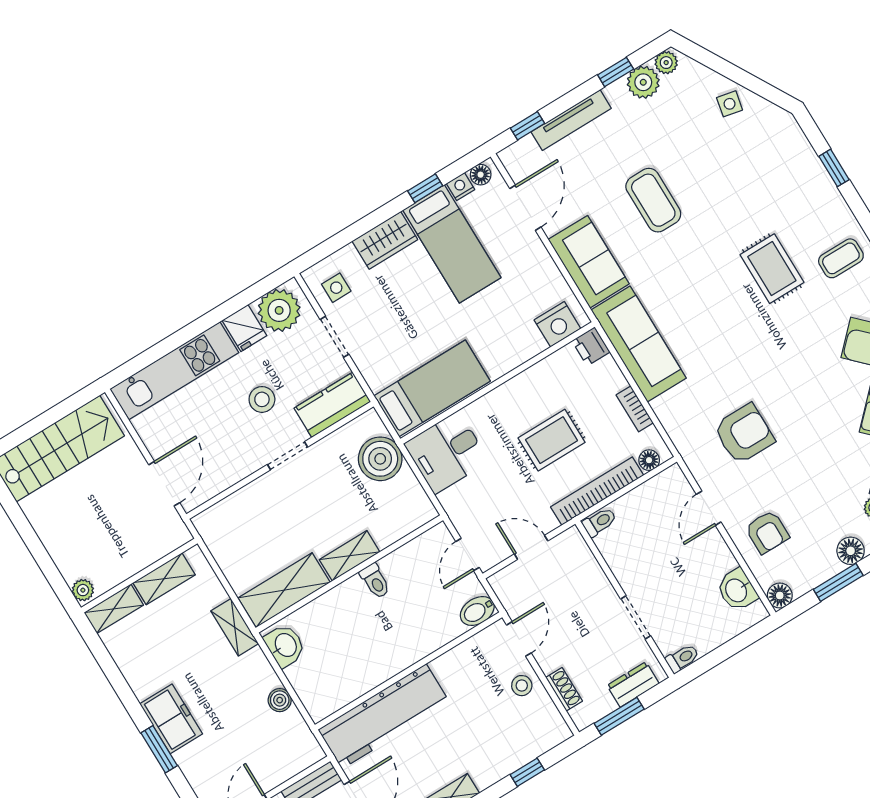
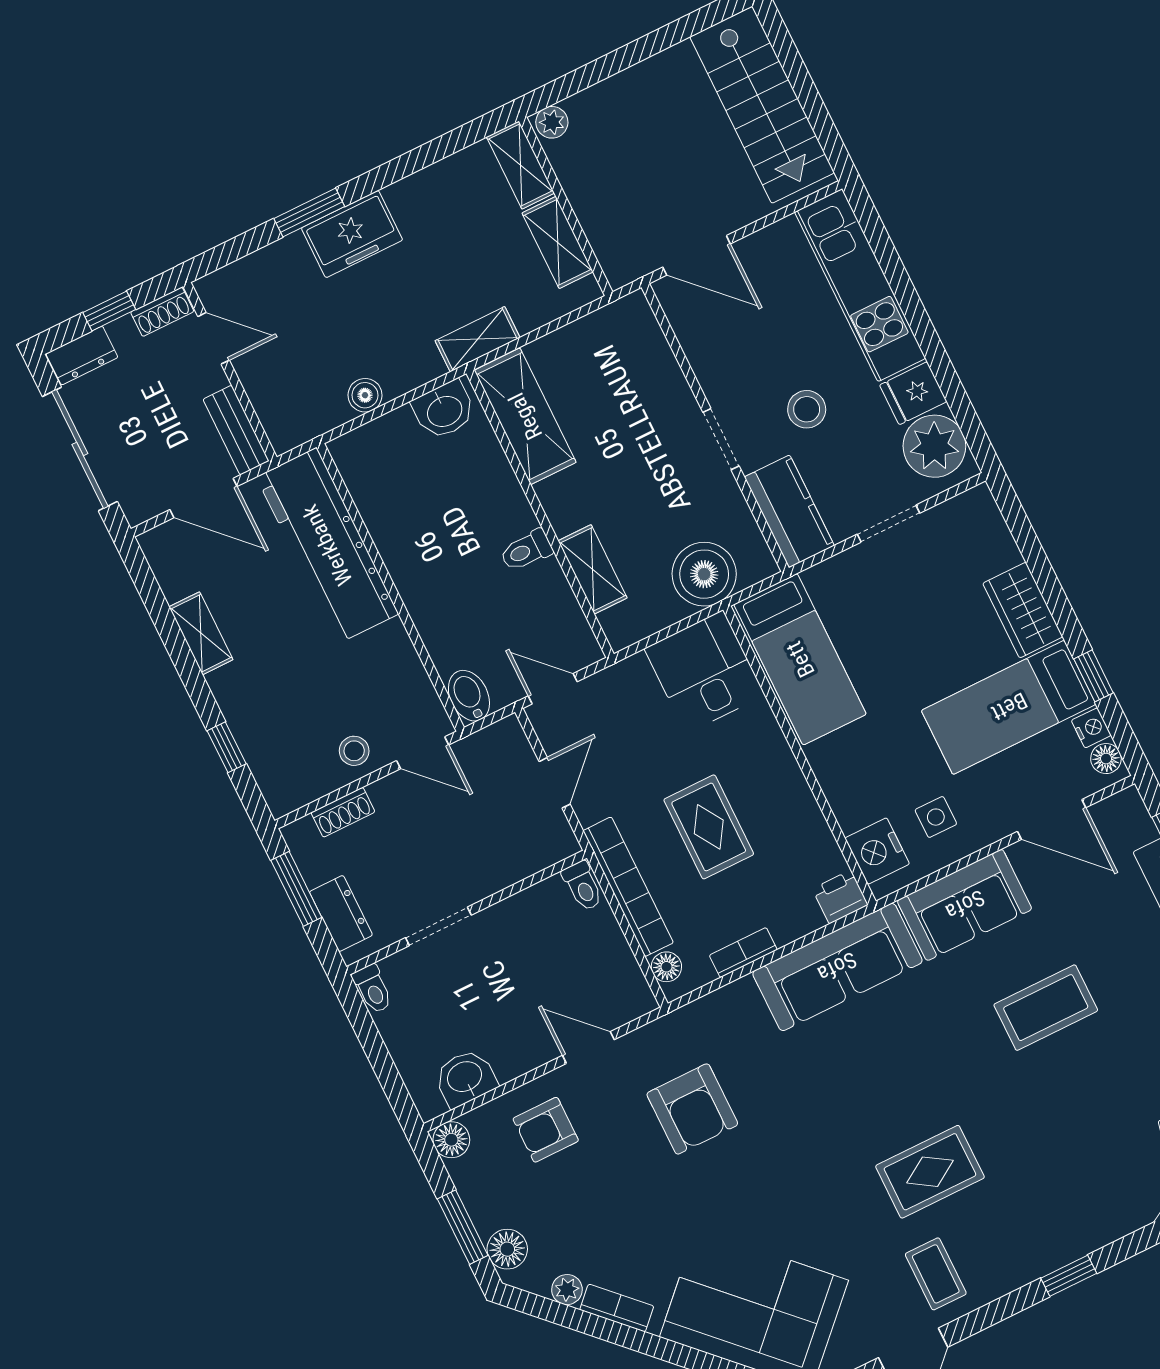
side table: (336, 288) -> (936, 817), moved
shelving: (350, 556) -> (593, 569), moved

